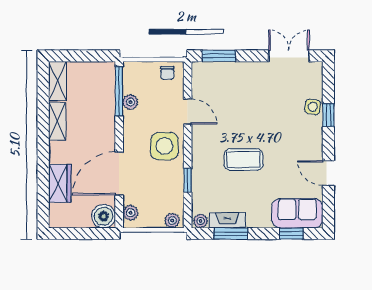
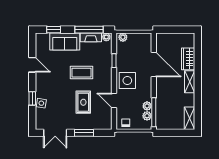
window: (219, 56) -> (84, 133), moved
rug: (240, 109) -> (83, 102), added
shelving: (57, 121) -> (190, 82), moved
door: (119, 174) -> (154, 64), hinge flipped
plant: (131, 213) -> (147, 116), moved
sofa: (297, 213) -> (65, 41), moved
boiler: (104, 216) -> (163, 40), removed
window: (231, 234) -> (89, 30), width x1.44

